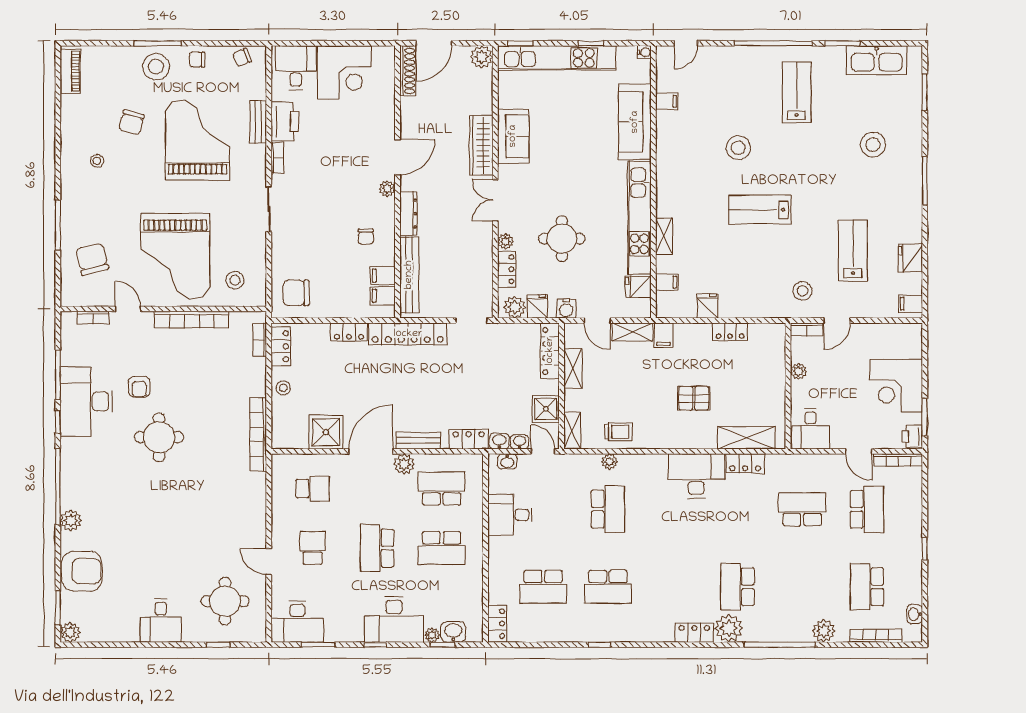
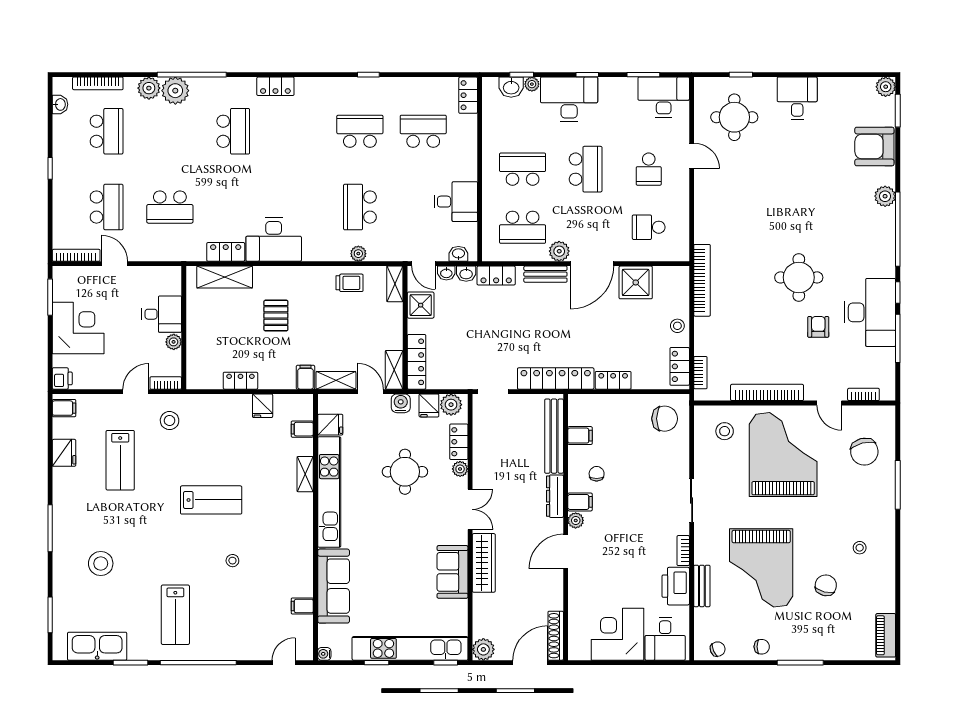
stool: (156, 67) -> (802, 640), removed
stool: (738, 148) -> (232, 561), width x0.53, depth x0.53
filing cabinet: (383, 296) -> (580, 502), moved
shelving: (573, 368) -> (394, 370), moved
pallet: (694, 398) -> (276, 316), turned 90
desk: (810, 429) -> (162, 314), moved, turned 90
trolley: (619, 432) -> (350, 283), turned 180
printer: (912, 436) -> (62, 378), moved
school desk: (867, 509) -> (107, 207), turned 180
plant: (729, 628) -> (175, 91), moved

